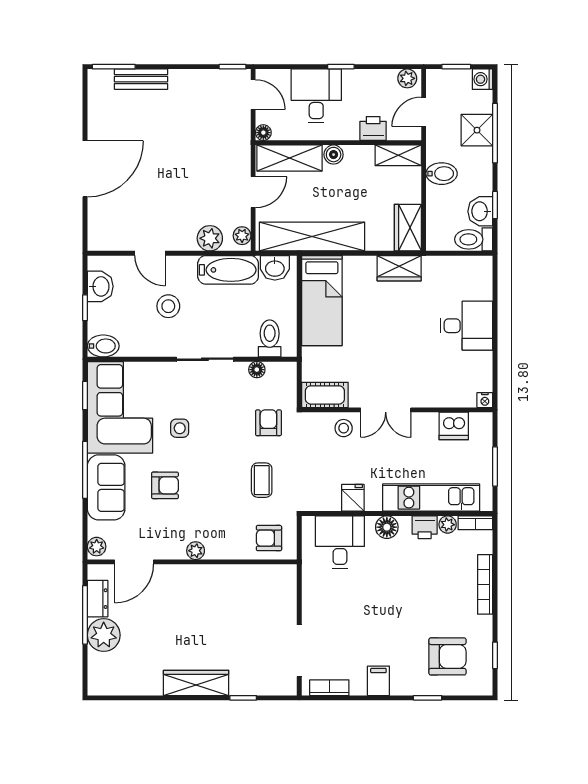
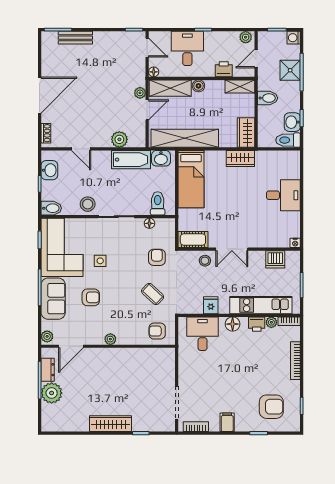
shoe rack: (95, 229) -> (46, 133), added
plant: (242, 236) -> (140, 93), moved
stool: (168, 306) -> (88, 204), moved
coffee table: (262, 480) -> (153, 294), turned -47

